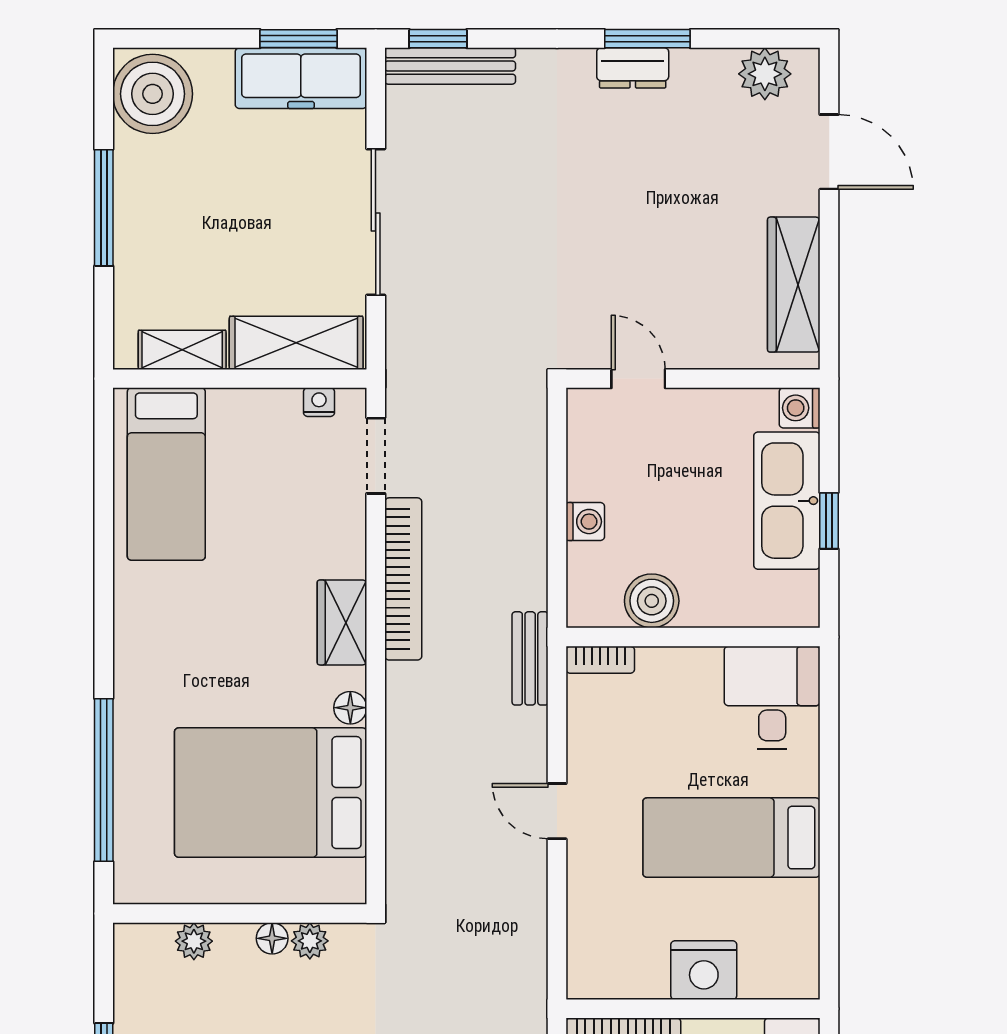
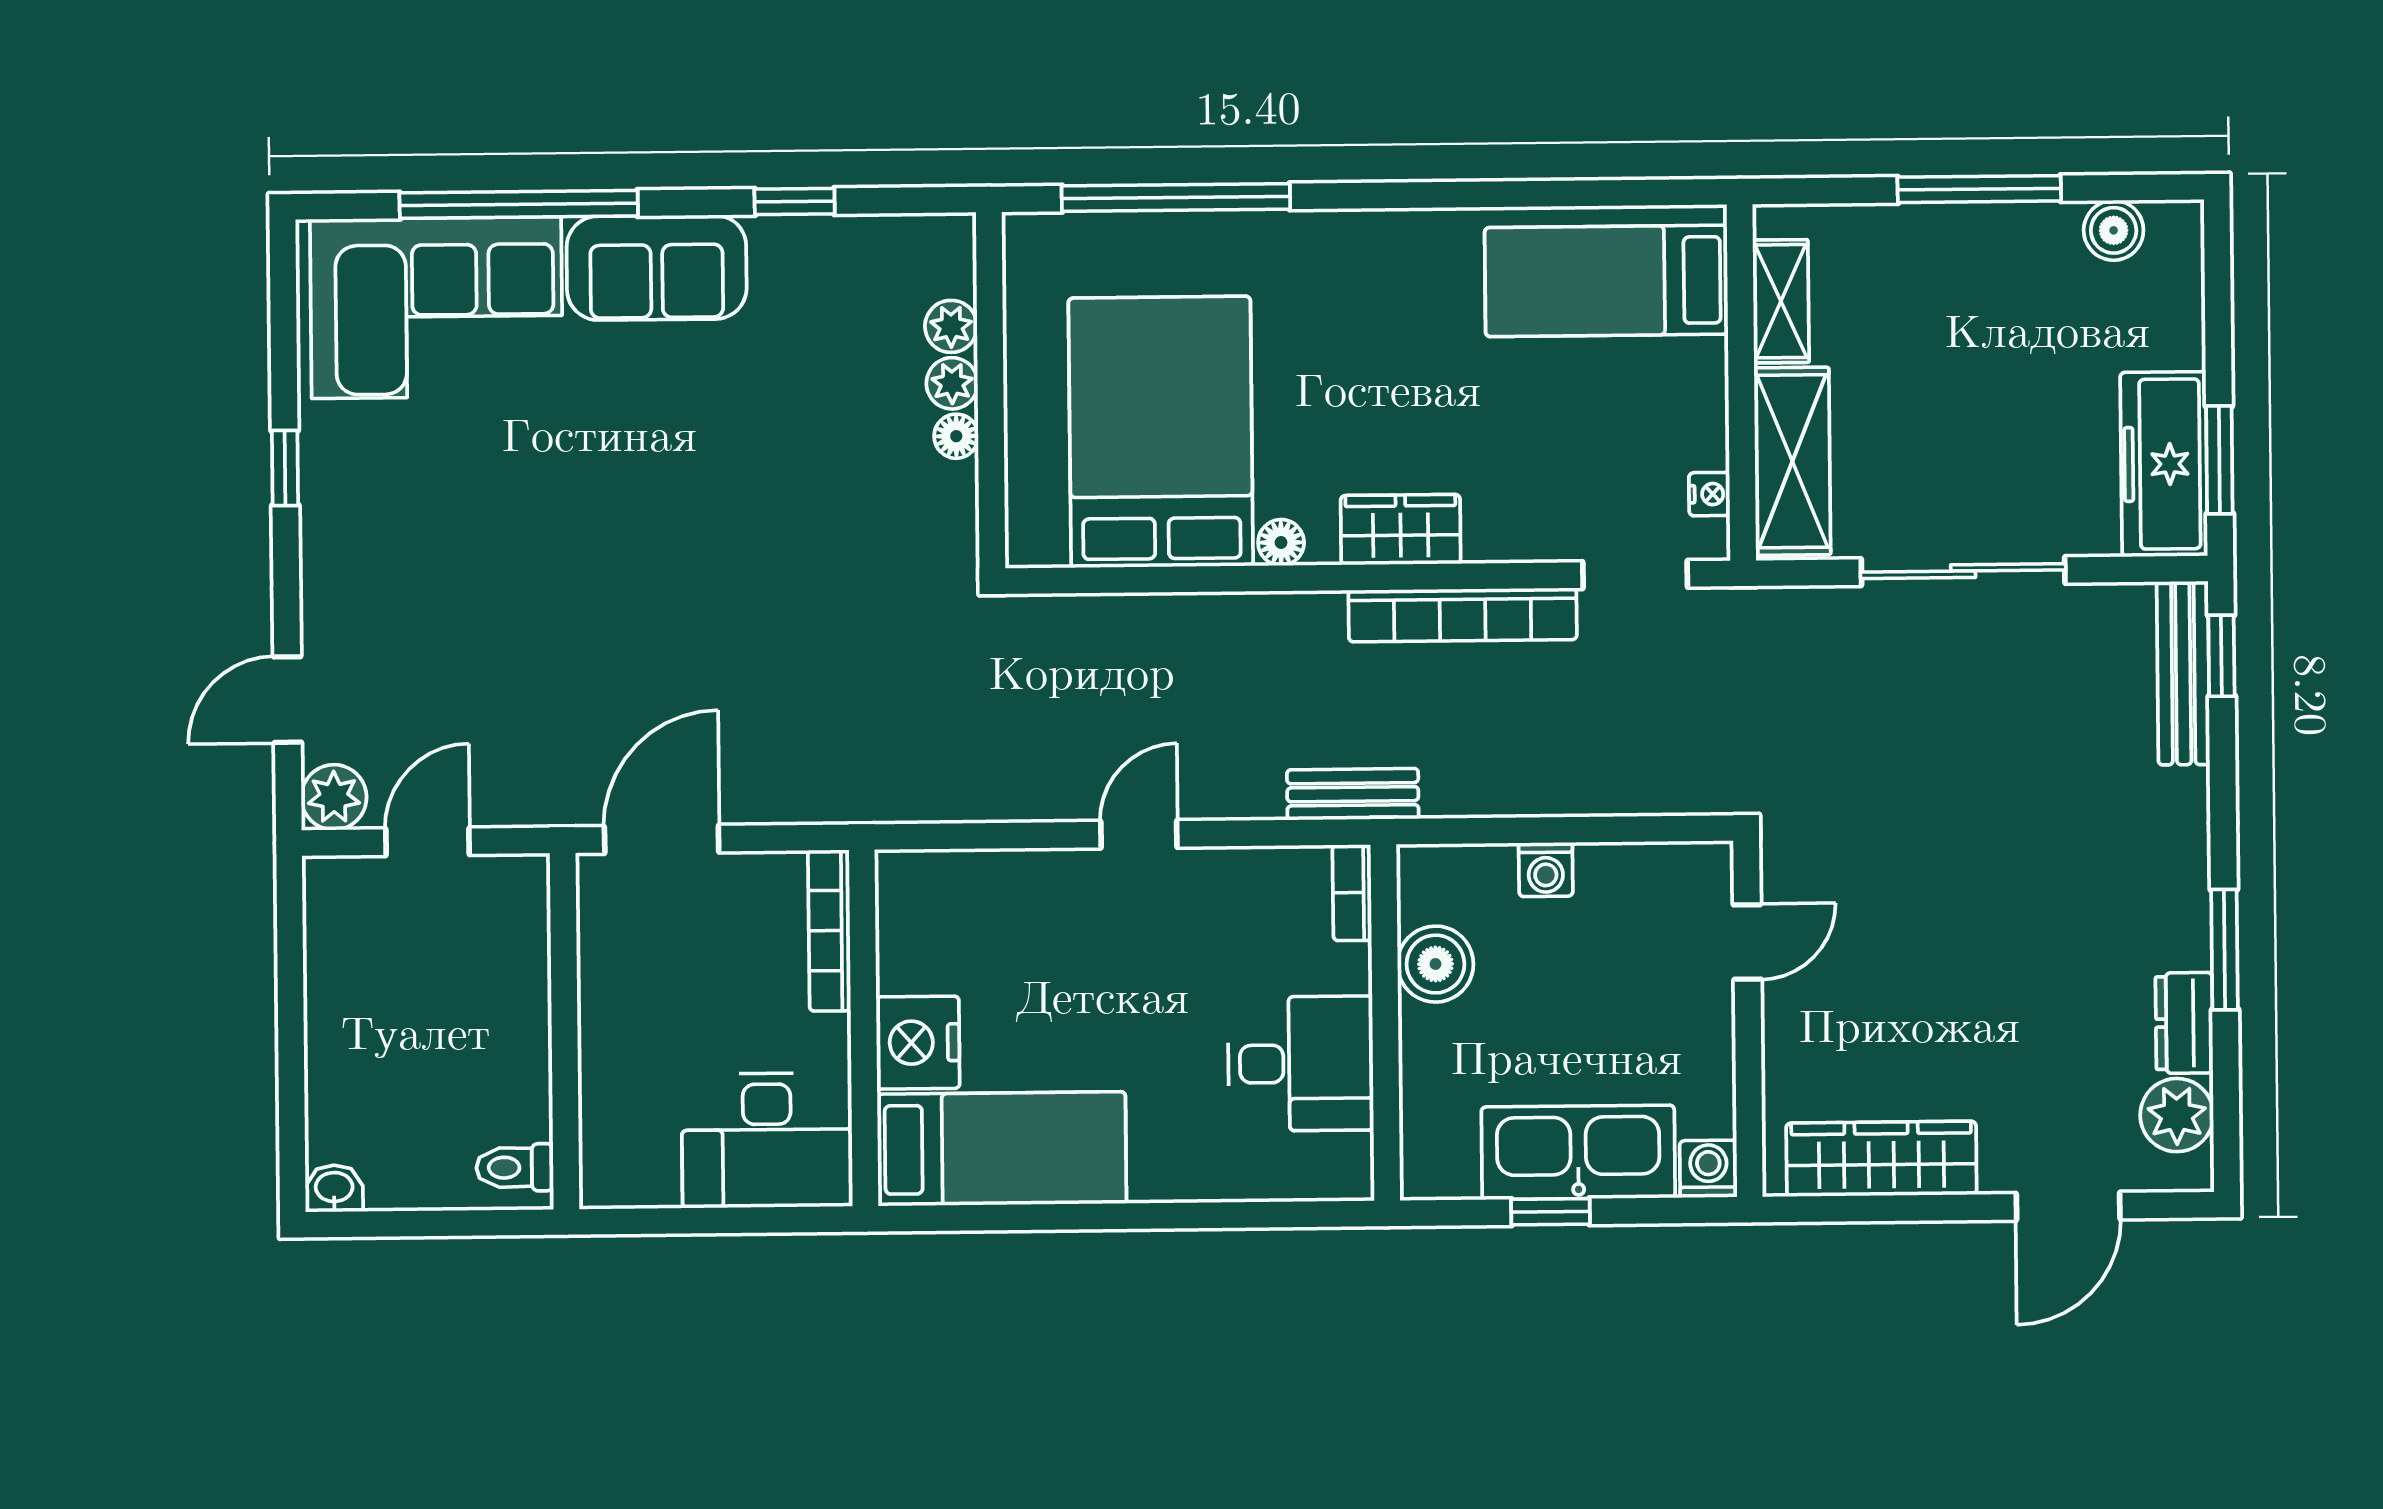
dresser: (633, 68) -> (2184, 1023), moved
boiler: (153, 94) -> (2114, 230), width x0.54, depth x0.54
desk: (772, 698) -> (1301, 1064), moved
bed: (731, 838) -> (1002, 1149), moved, turned 90
plant: (310, 941) -> (952, 383), moved

